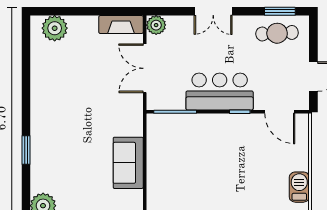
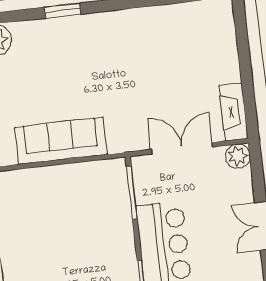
plant: (55, 28) -> (219, 29), removed
sofa: (128, 163) -> (61, 141), width x1.36

